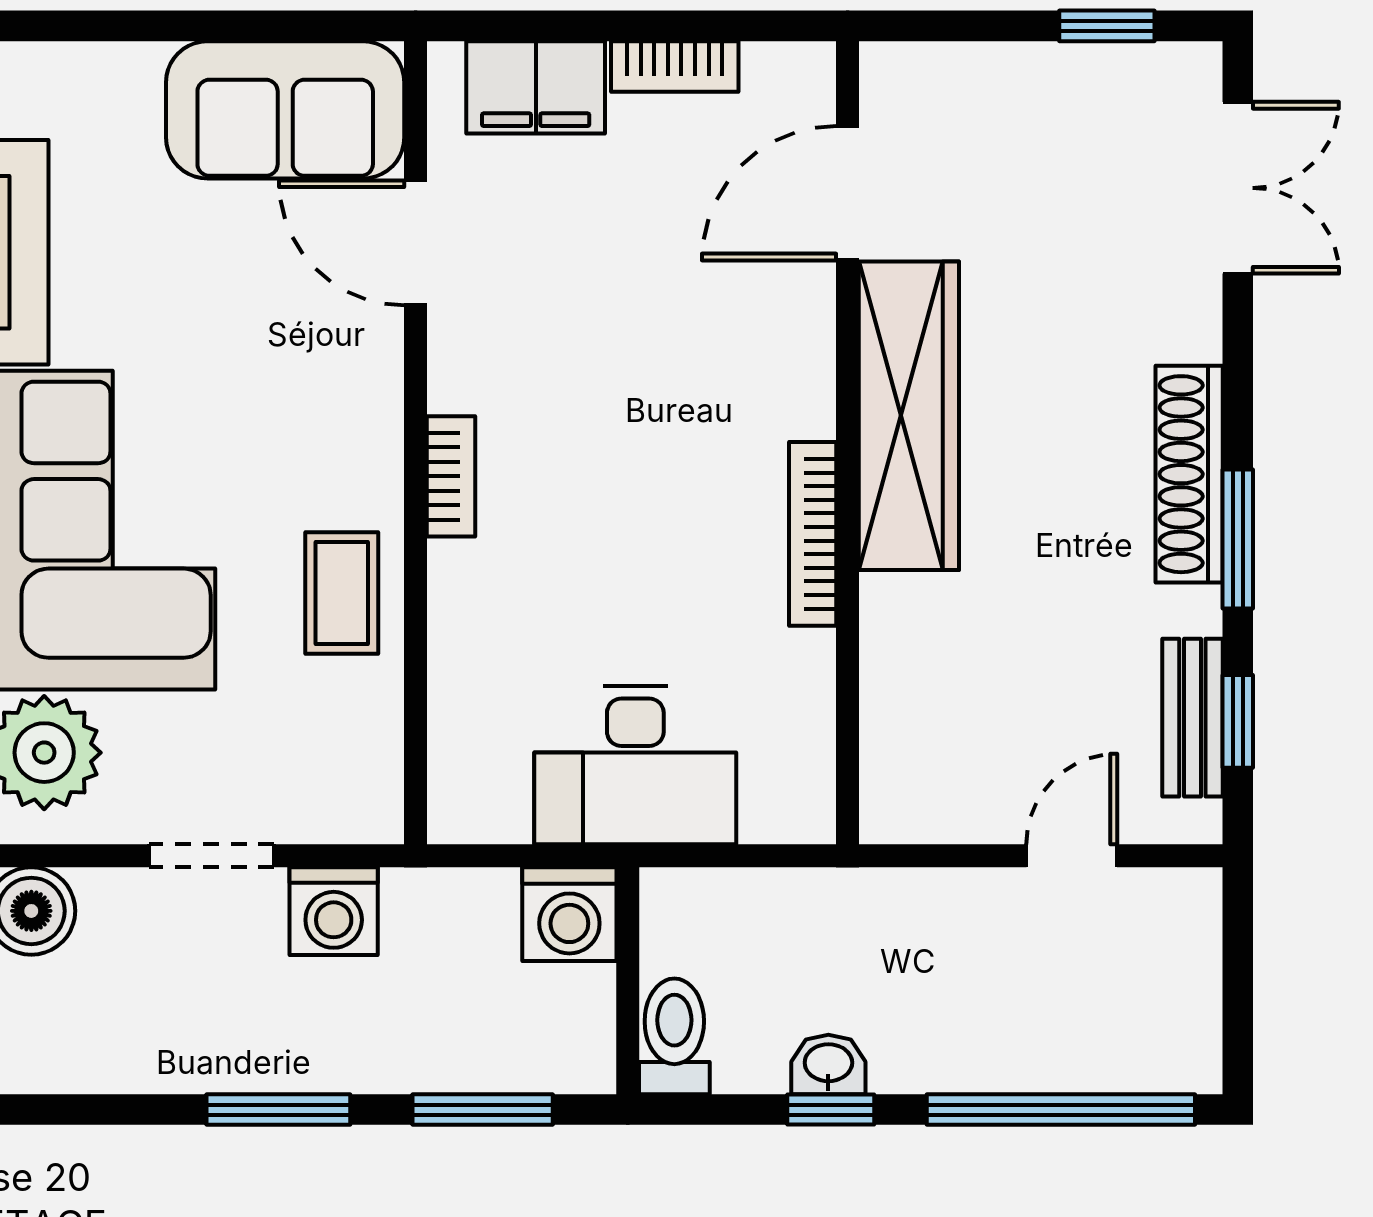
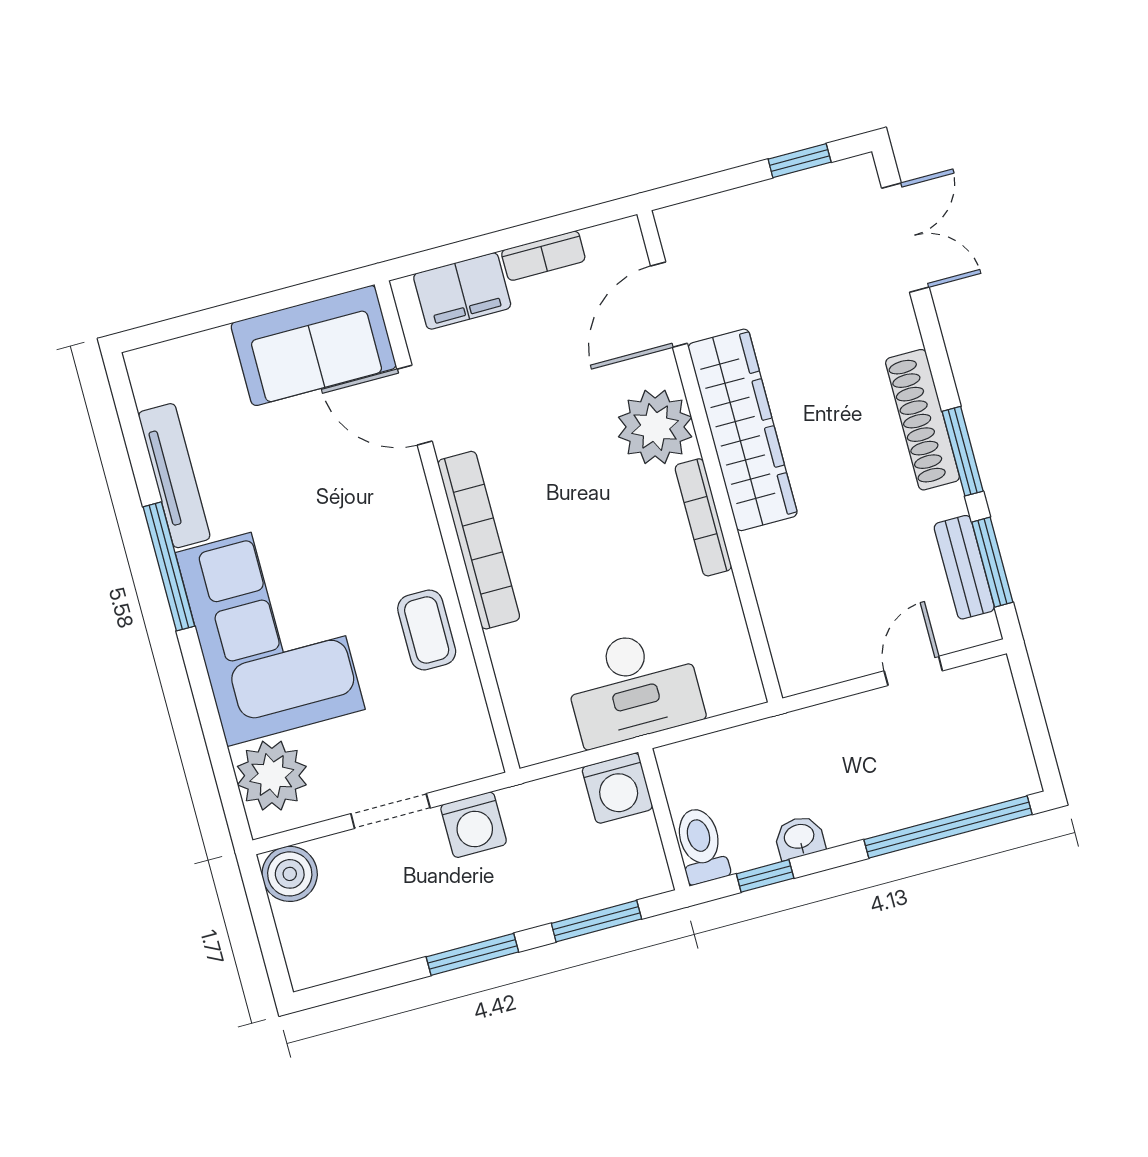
plant: (776, 375) -> (655, 427), added
bookcase: (451, 476) -> (479, 540), width x2.31, depth x1.31
window: (1238, 721) -> (992, 562), width x1.50
window: (831, 1110) -> (765, 876), moved

